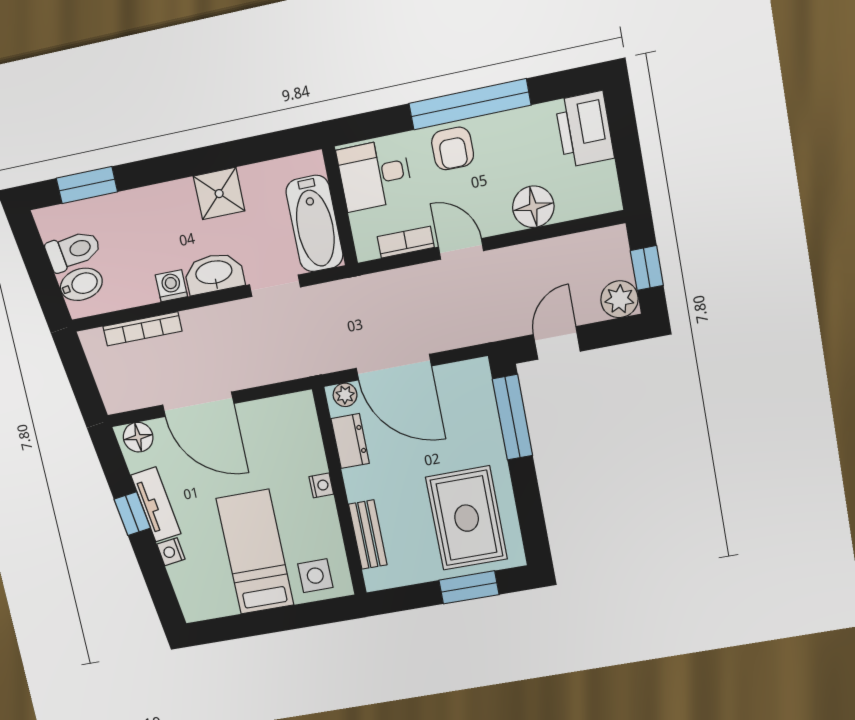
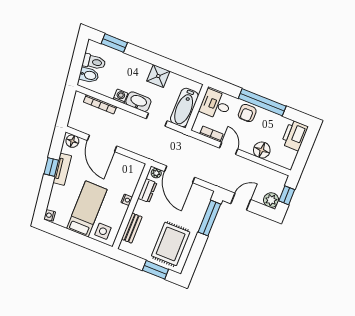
nightstand: (171, 552) -> (50, 215), moved

